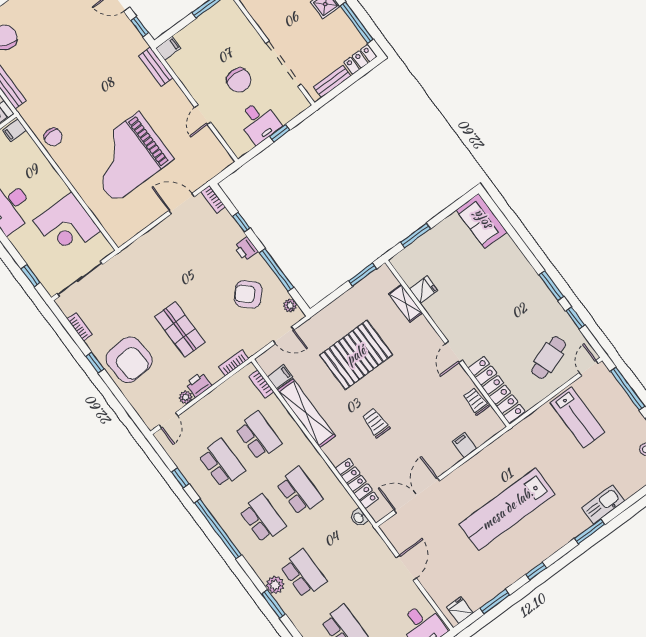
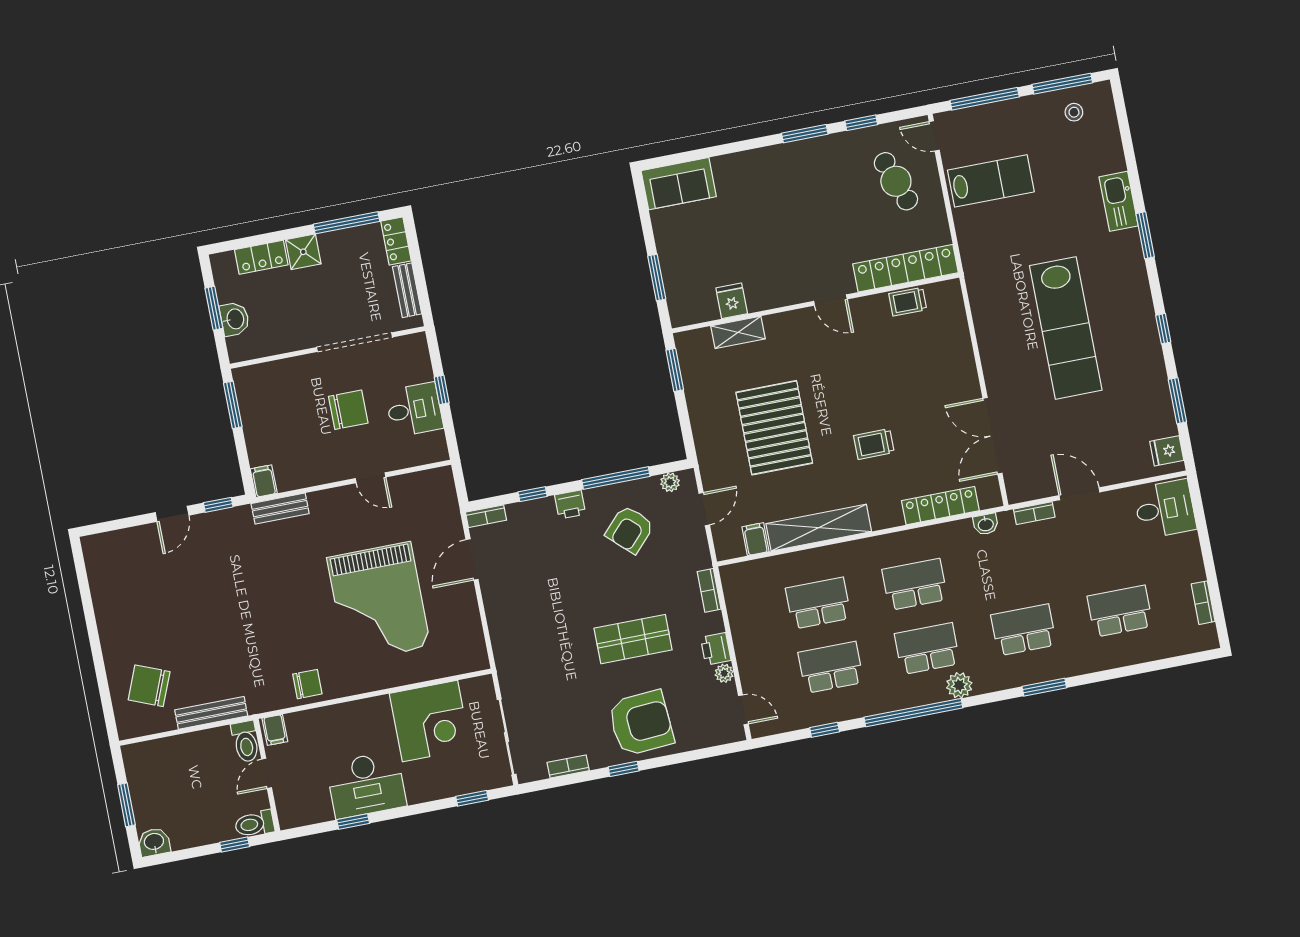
bookcase: (261, 384) -> (1034, 513), moved
filing cabinet: (464, 445) -> (957, 343), removed
plant: (275, 585) -> (959, 685), moved

